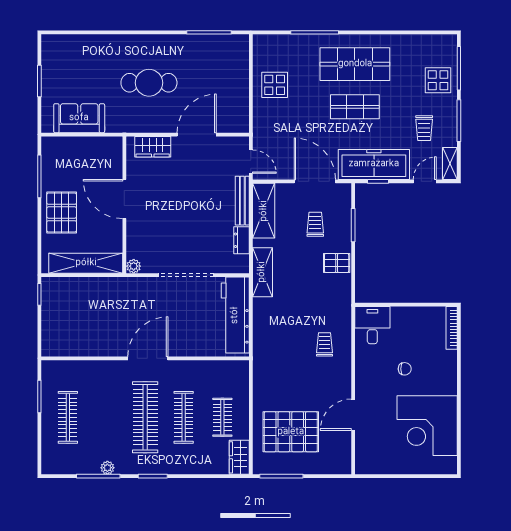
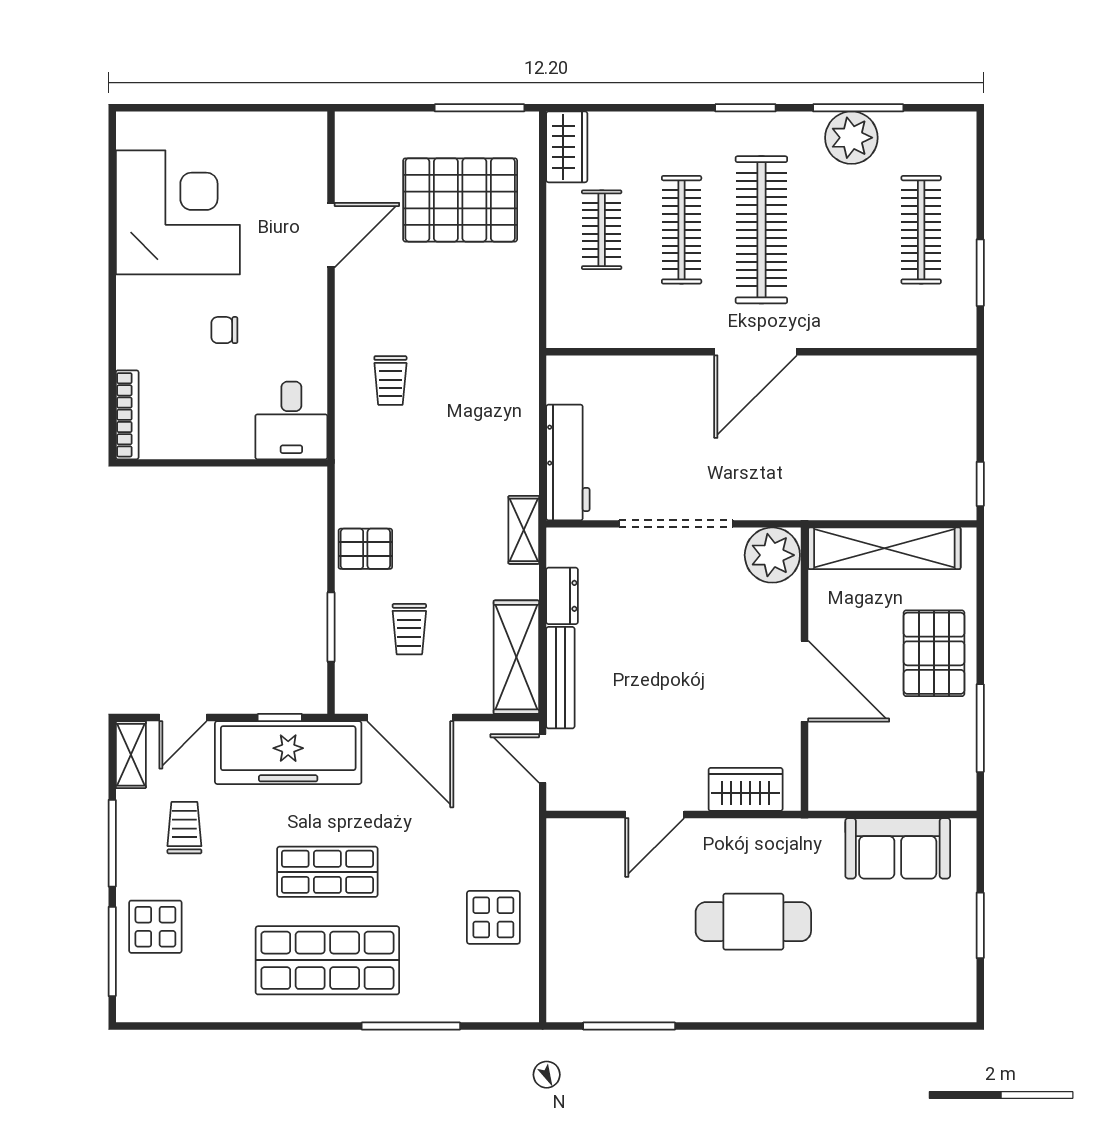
door: (197, 135) -> (655, 814), width x0.73
plant: (134, 266) -> (772, 555), width x1.87, depth x1.87
shelving: (262, 272) -> (524, 530), width x0.67, depth x0.75
workbench: (235, 315) -> (568, 462), width x0.73, depth x0.76
plant: (107, 468) -> (851, 138), width x1.87, depth x1.87

